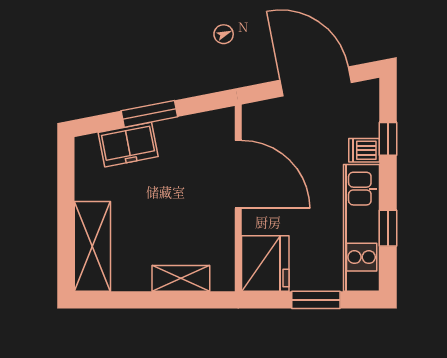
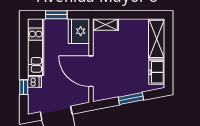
freezer: (128, 145) -> (157, 72), moved, turned -79
window: (388, 228) -> (24, 47), removed
shelving: (181, 278) -> (106, 24), moved

